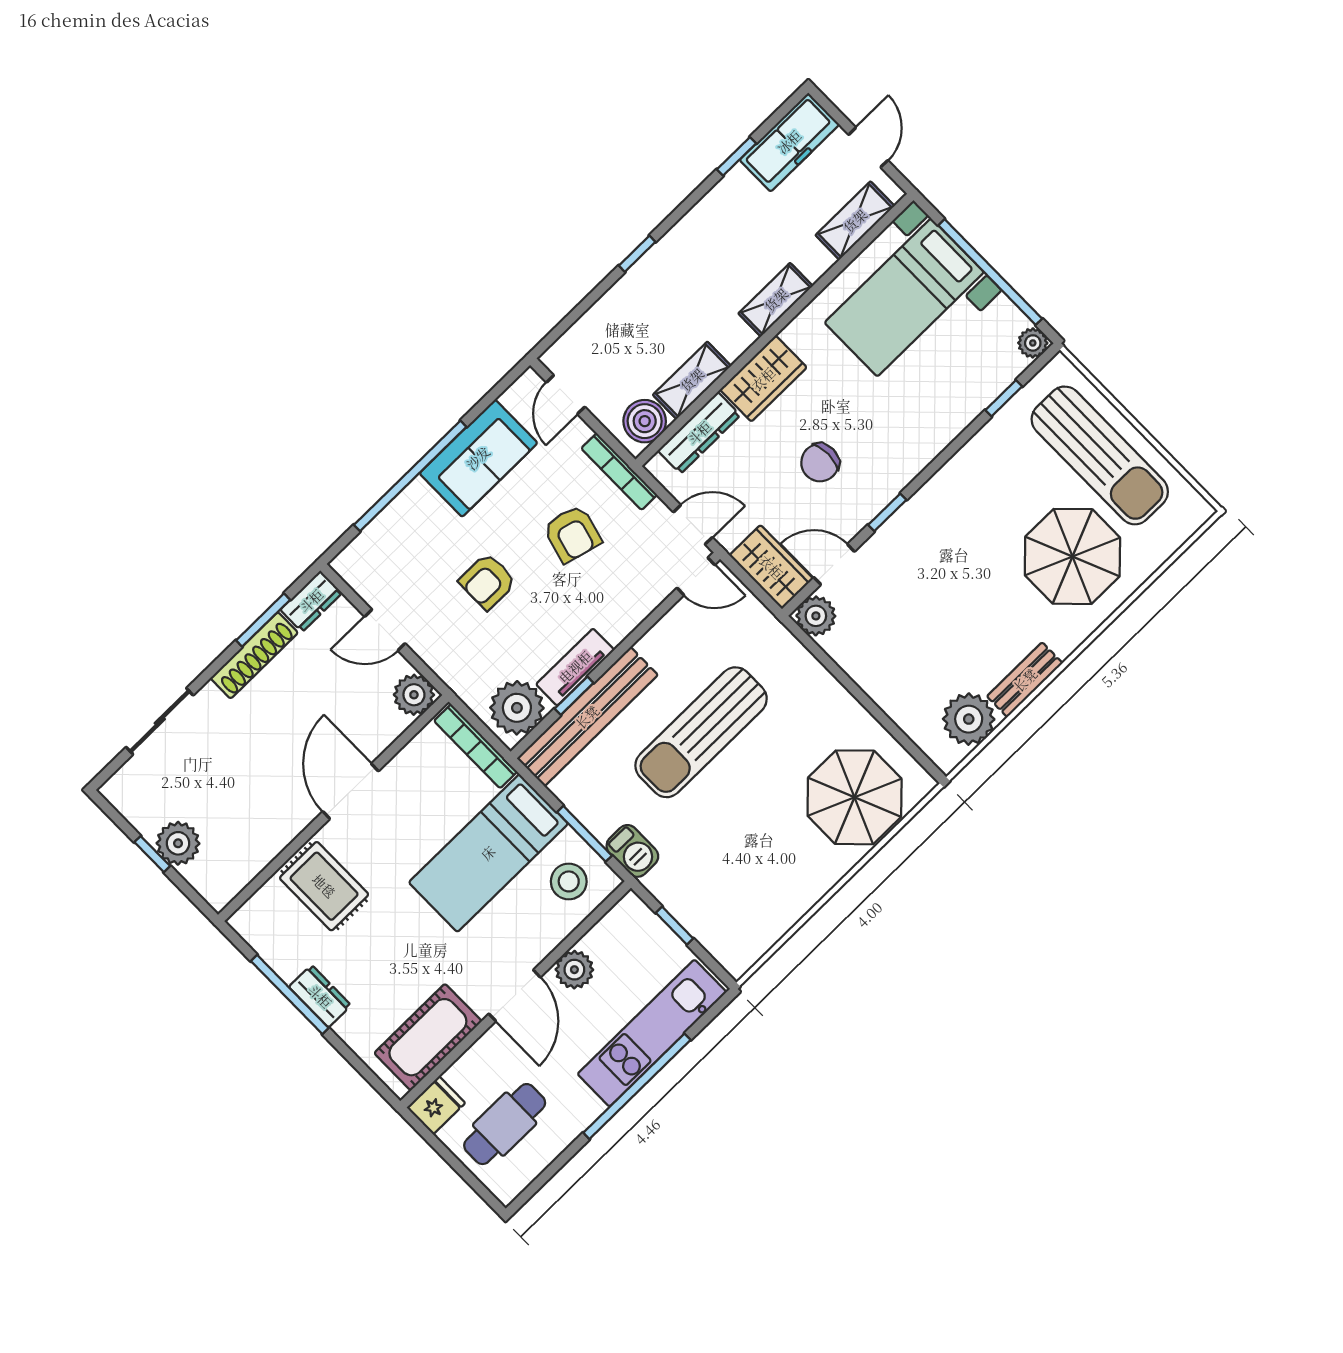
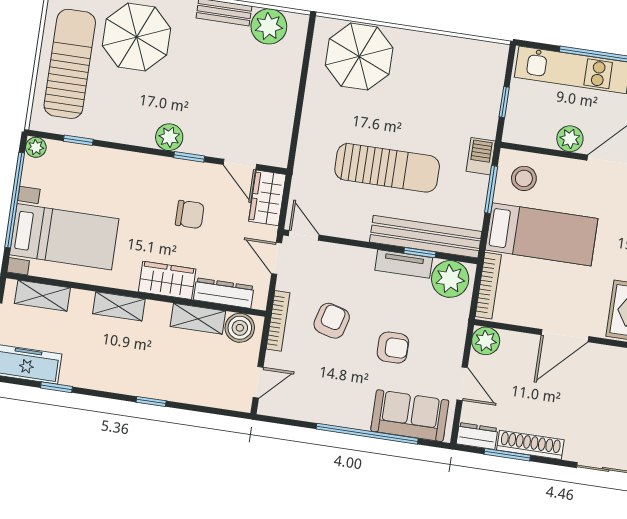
sofa: (478, 458) -> (410, 416), moved
plant: (816, 616) -> (169, 137), moved

